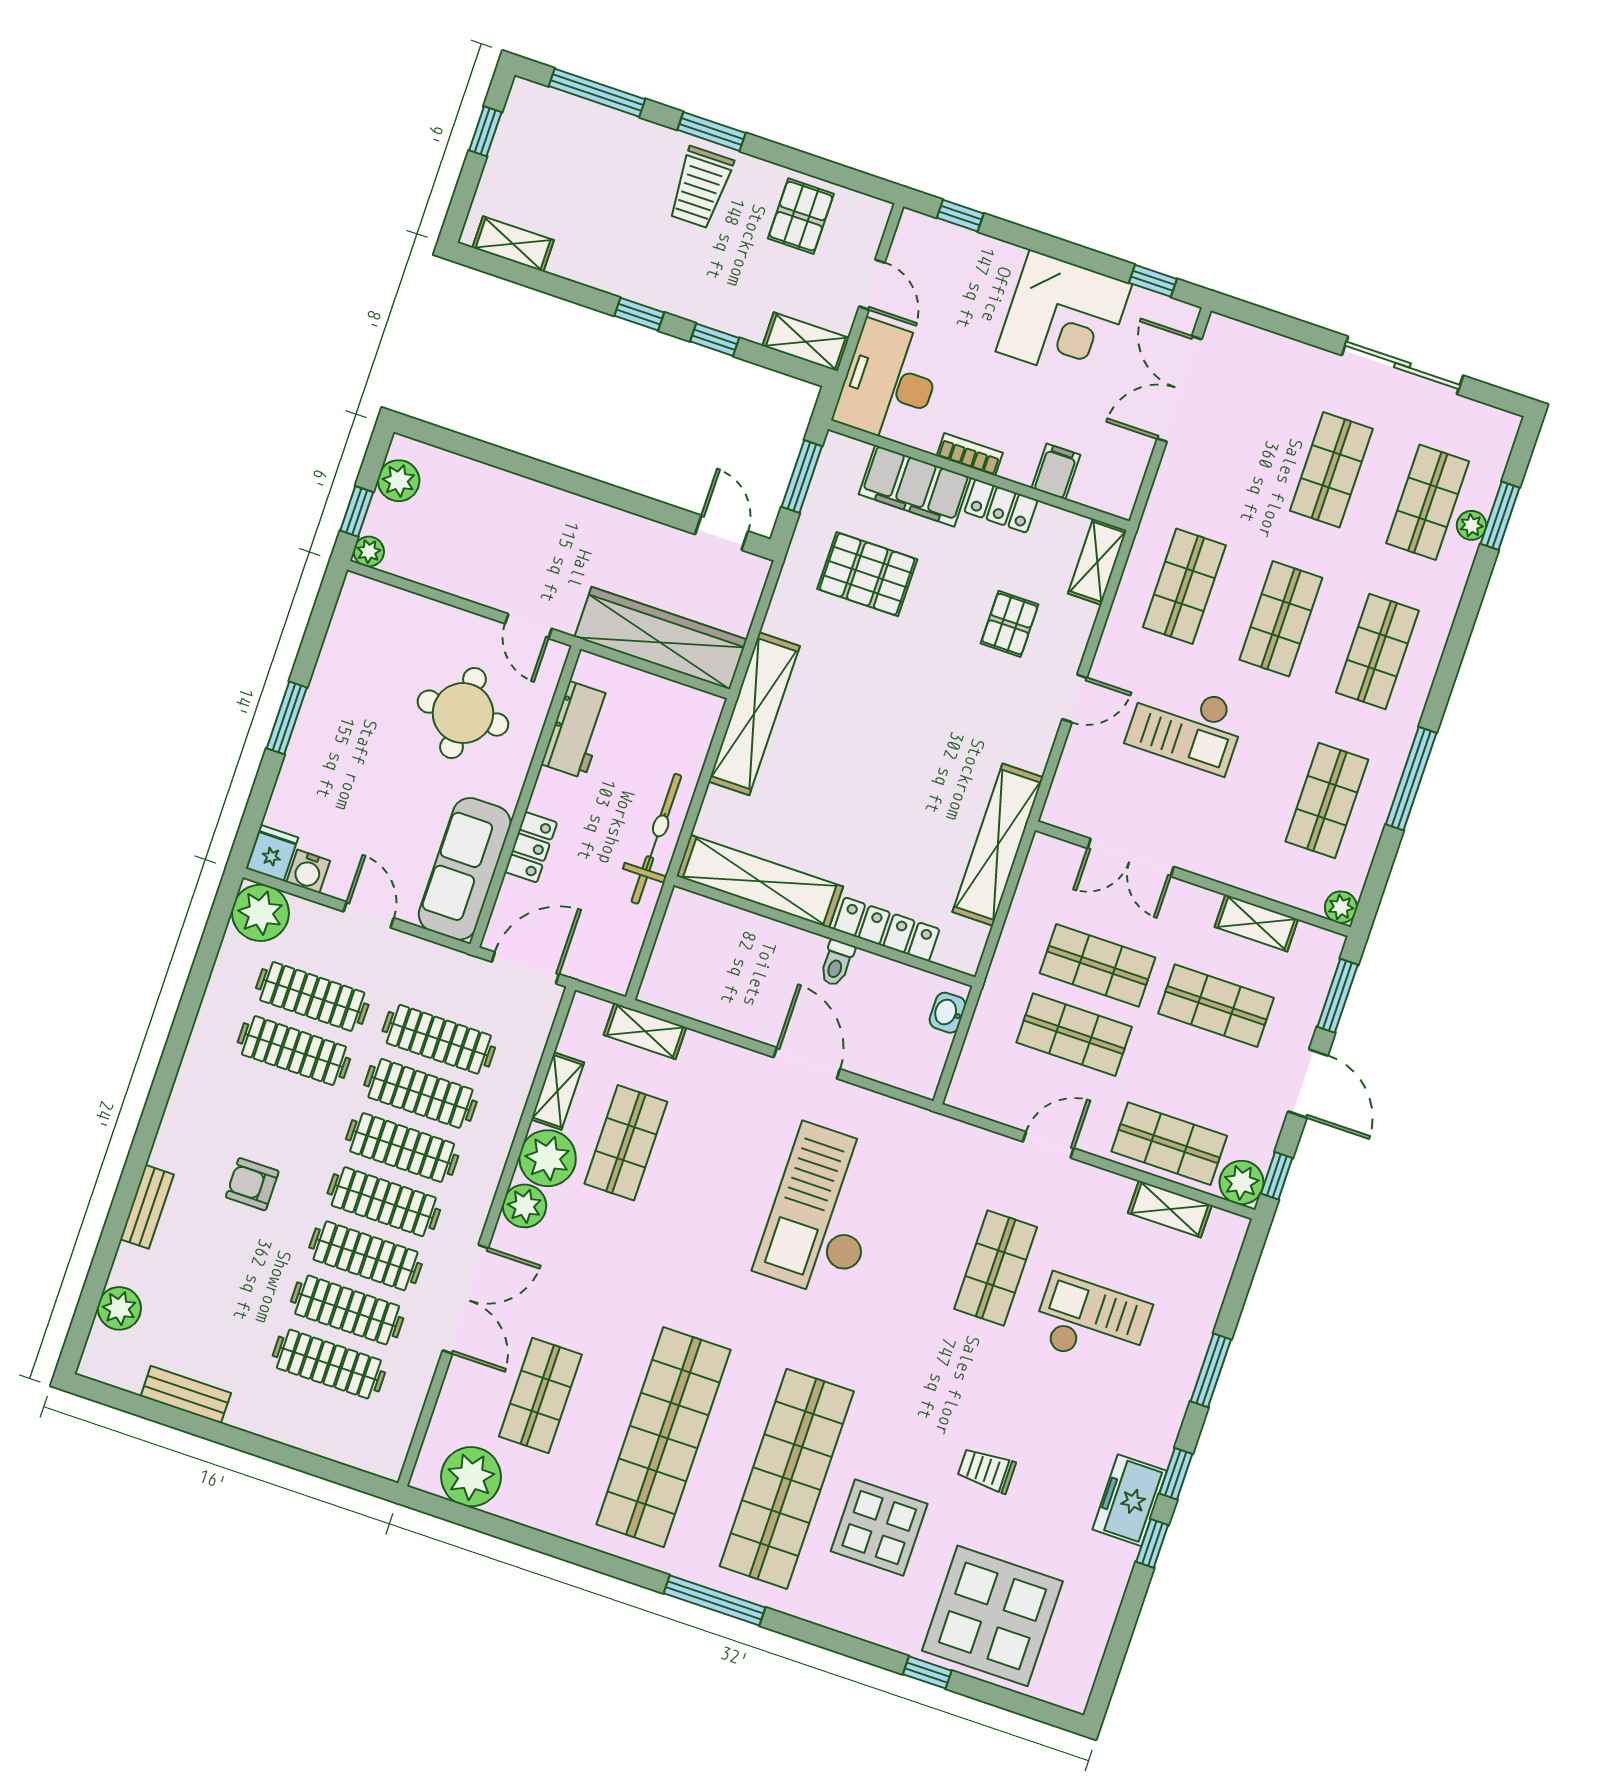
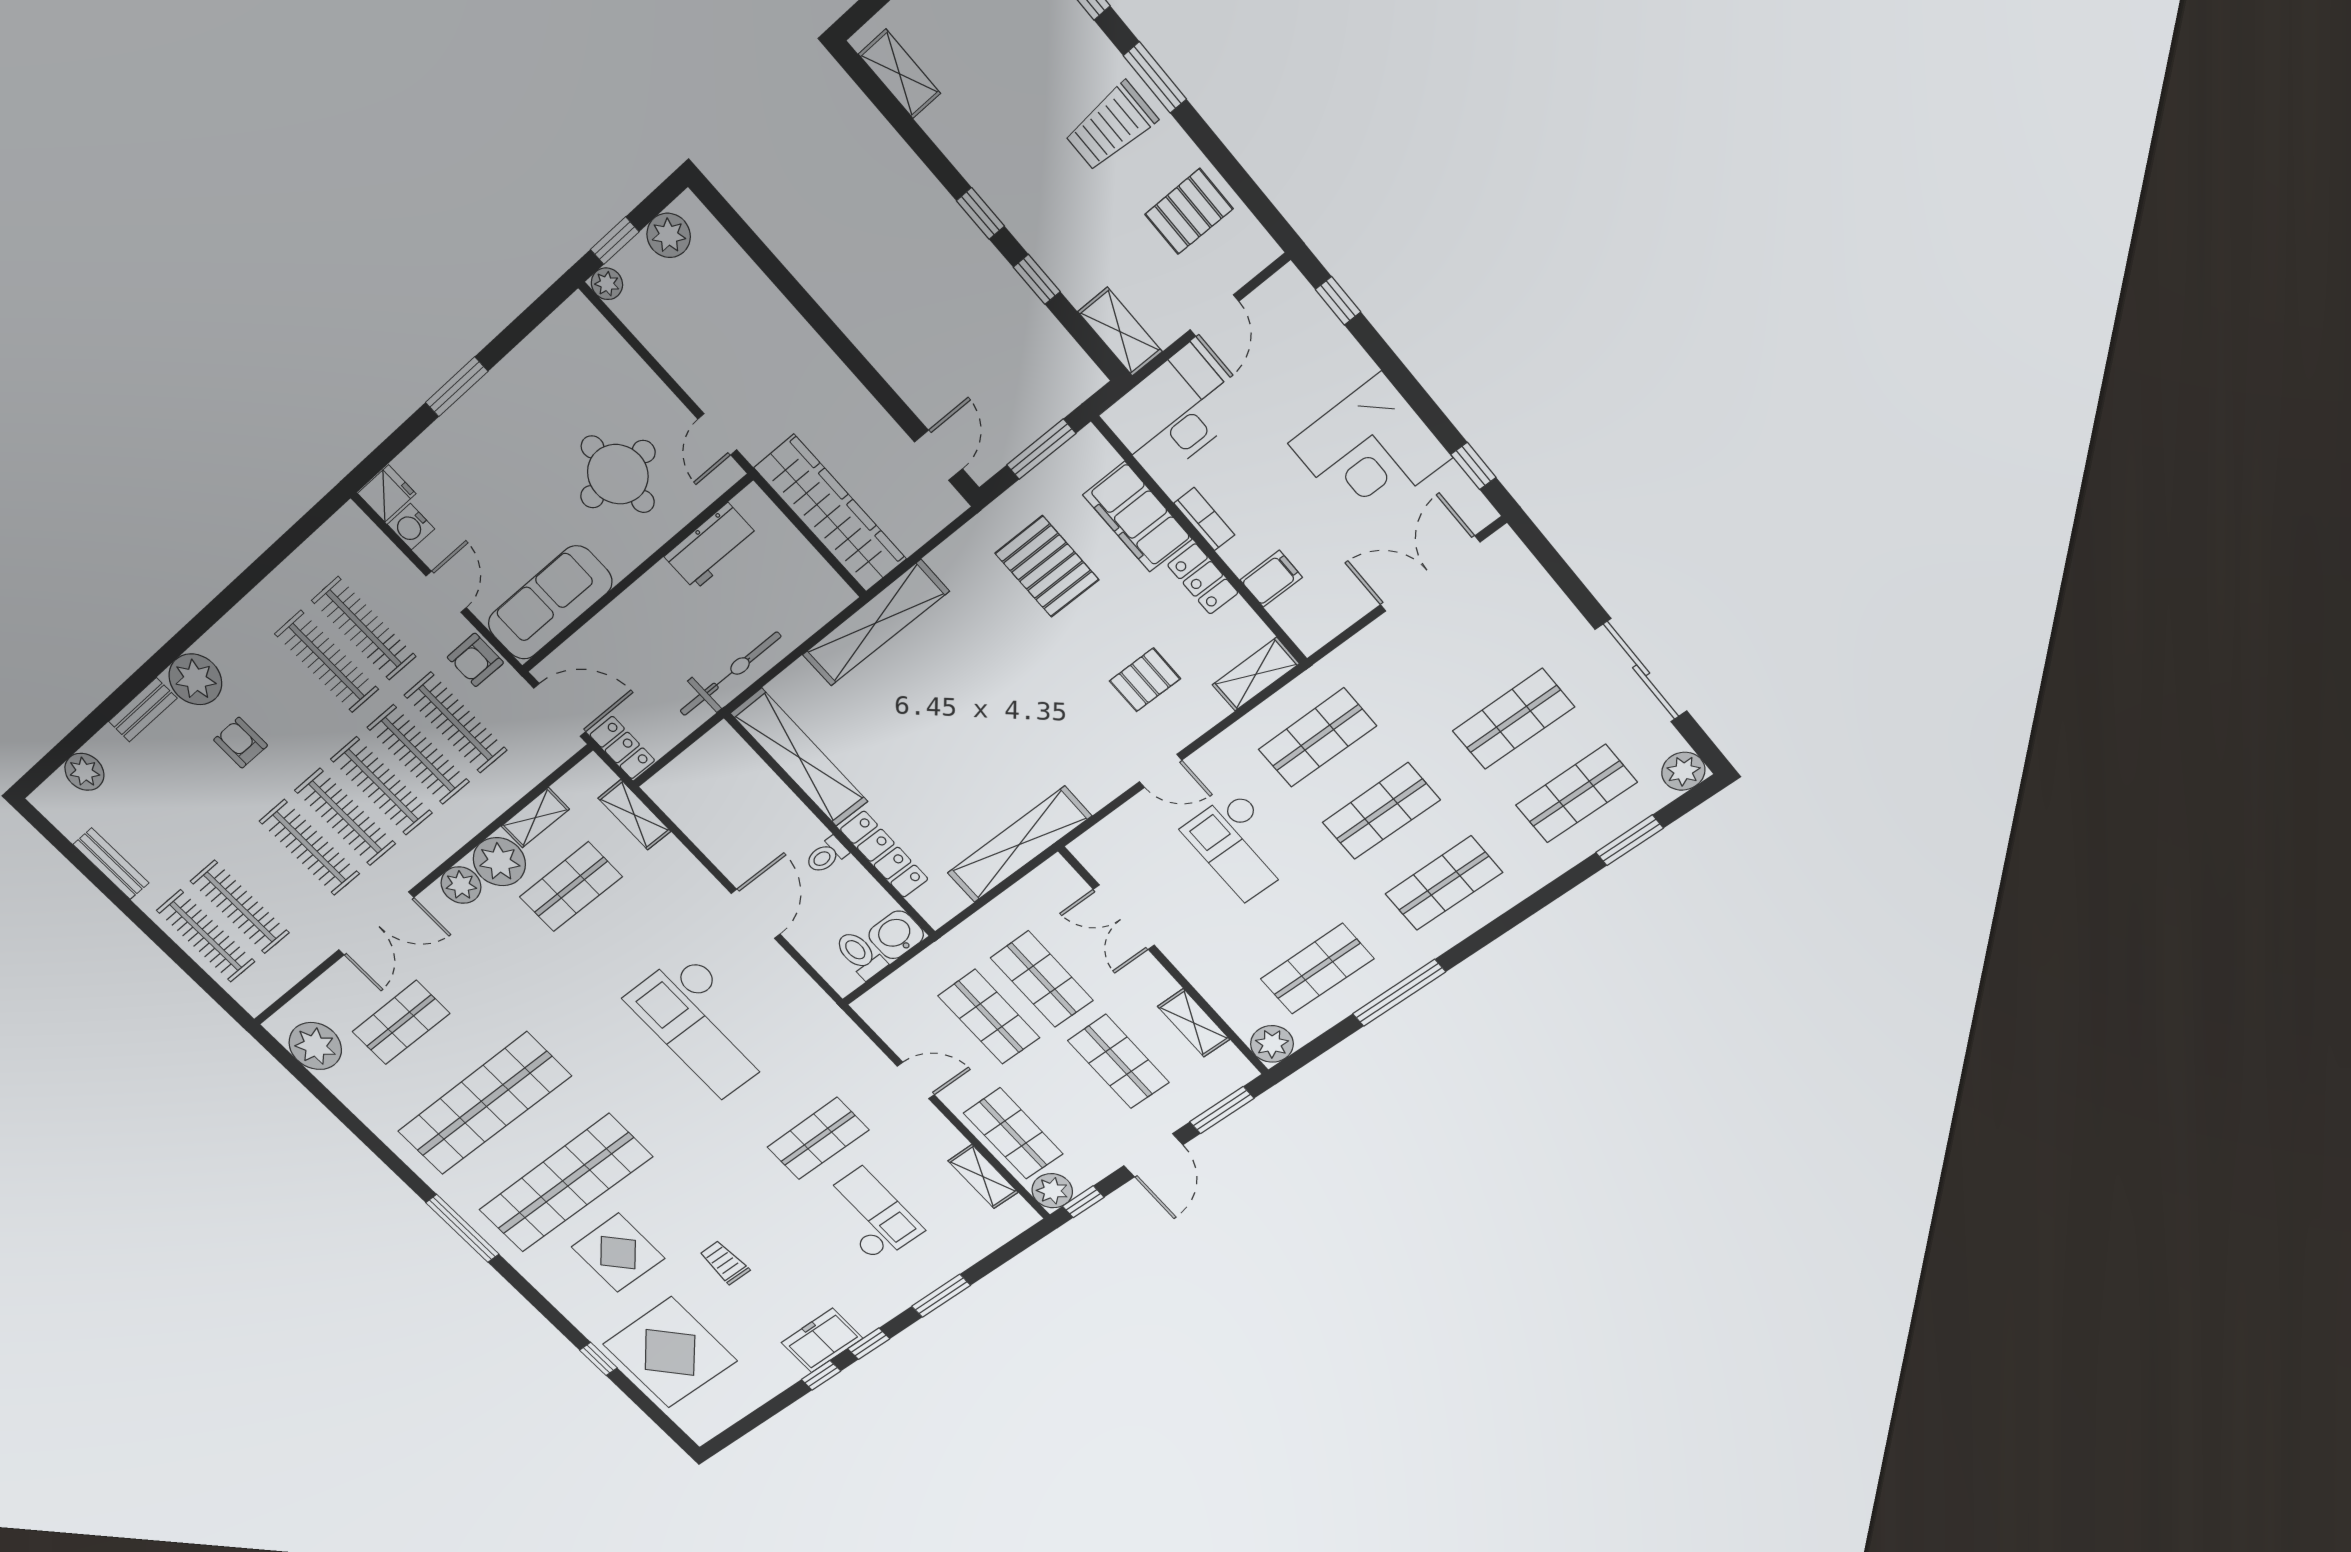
plant: (1472, 525) -> (1683, 771), moved, width x1.38, depth x1.38
locker: (531, 847) -> (622, 748), moved, turned -90
plant: (1341, 907) -> (1272, 1044), width x1.38, depth x1.38
plant: (260, 913) -> (195, 679), moved
armchair: (426, 965) -> (475, 660), added
washbasin: (948, 1013) -> (896, 935), width x1.38, depth x1.45
toilet: (923, 1045) -> (860, 955), added
checkout: (824, 1211) -> (705, 1025), turned -90
clothes rail: (347, 1310) -> (206, 936), moved

